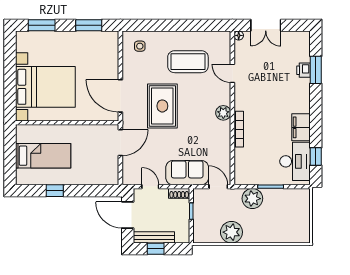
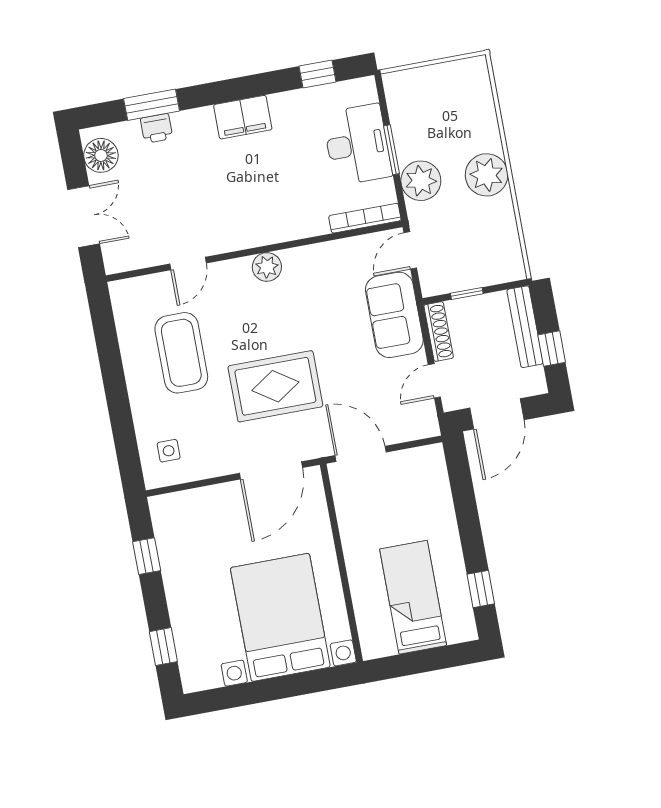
window: (42, 25) -> (163, 647), width x0.67
window: (89, 25) -> (147, 556), width x0.67
floor lamp: (239, 35) -> (101, 155), moved, width x1.89, depth x1.89
filing cabinet: (301, 127) -> (243, 117), moved
bookcase: (239, 129) -> (365, 218), moved
desk: (295, 161) -> (357, 145), moved, turned 90
window: (55, 191) -> (481, 589), moved
shoe rack: (179, 193) -> (439, 332), width x1.43
plant: (231, 232) -> (487, 175), moved
bench: (154, 237) -> (525, 327), moved

